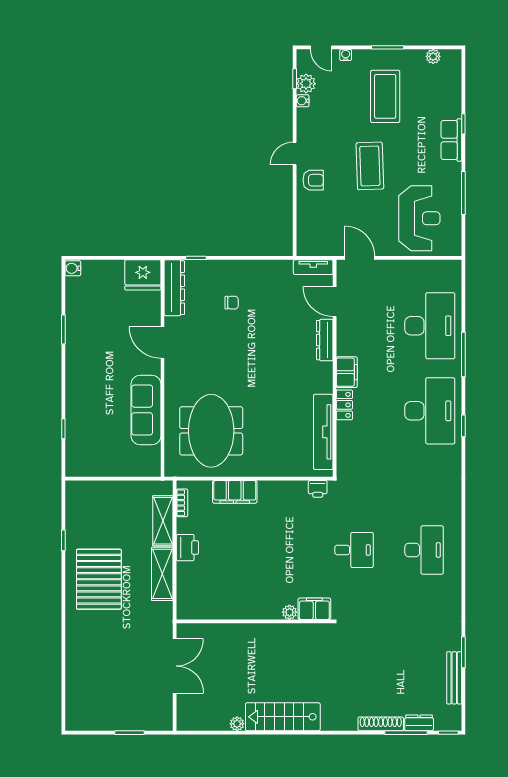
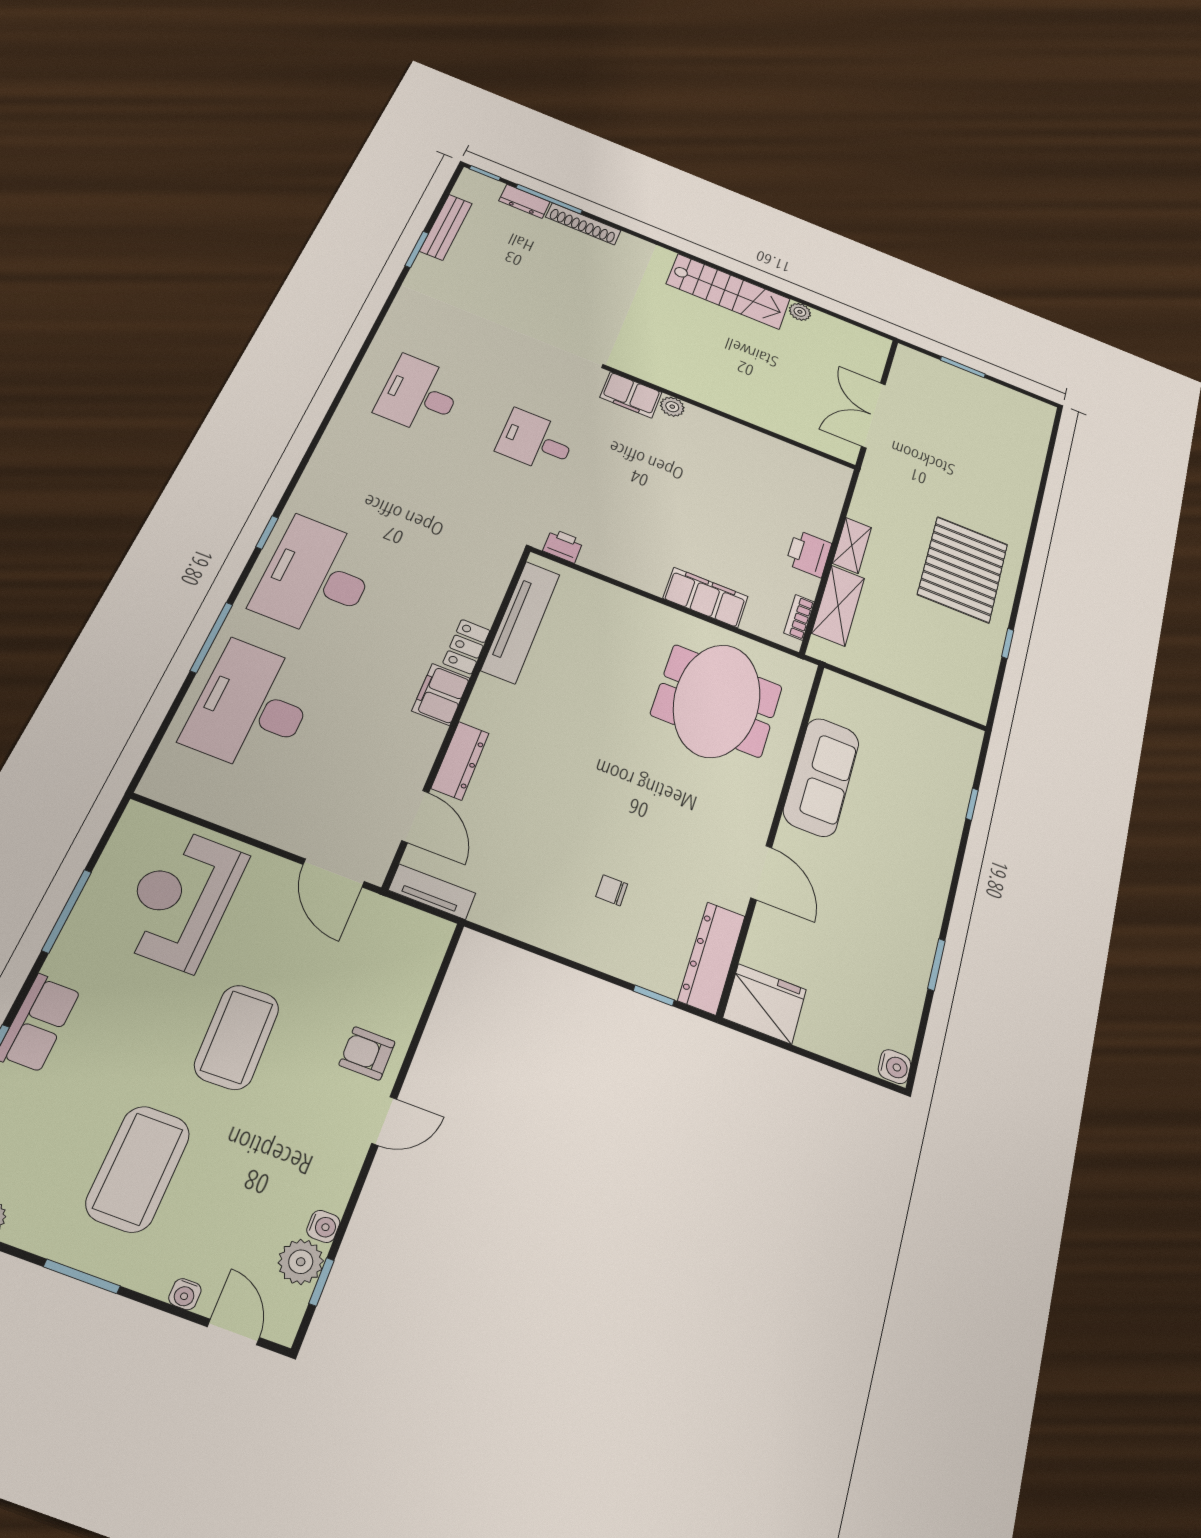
shelving: (162, 574) -> (852, 545), width x0.67, depth x0.75

